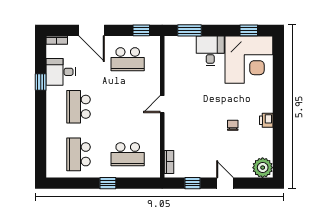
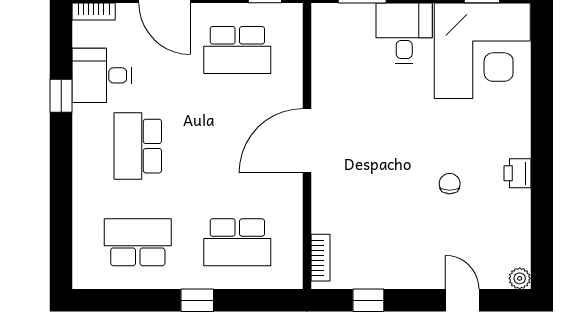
door: (162, 104) -> (307, 141), width x1.88
school desk: (78, 154) -> (138, 242), turned 90
plant: (263, 168) -> (520, 278), width x0.53, depth x0.53
door: (225, 183) -> (462, 300), moved

